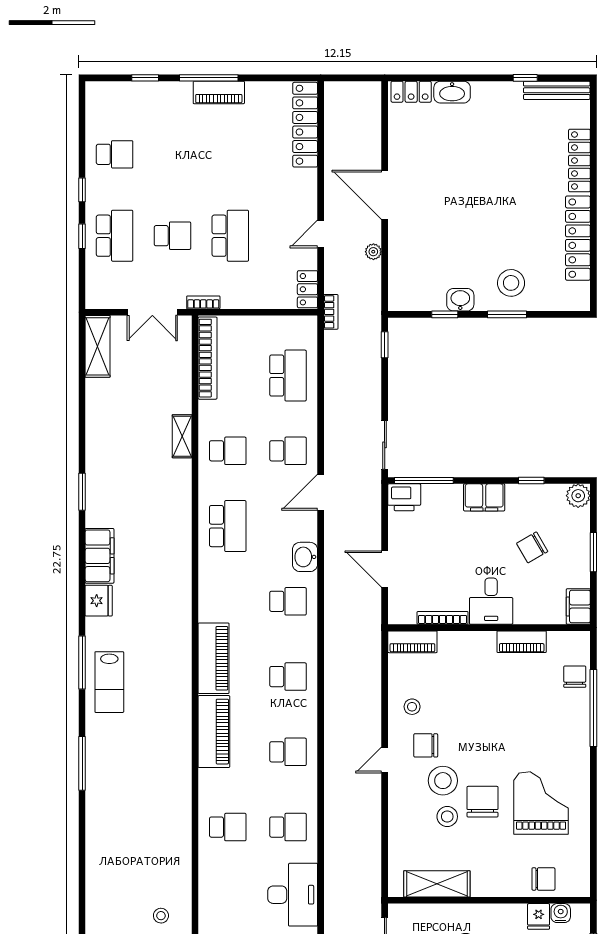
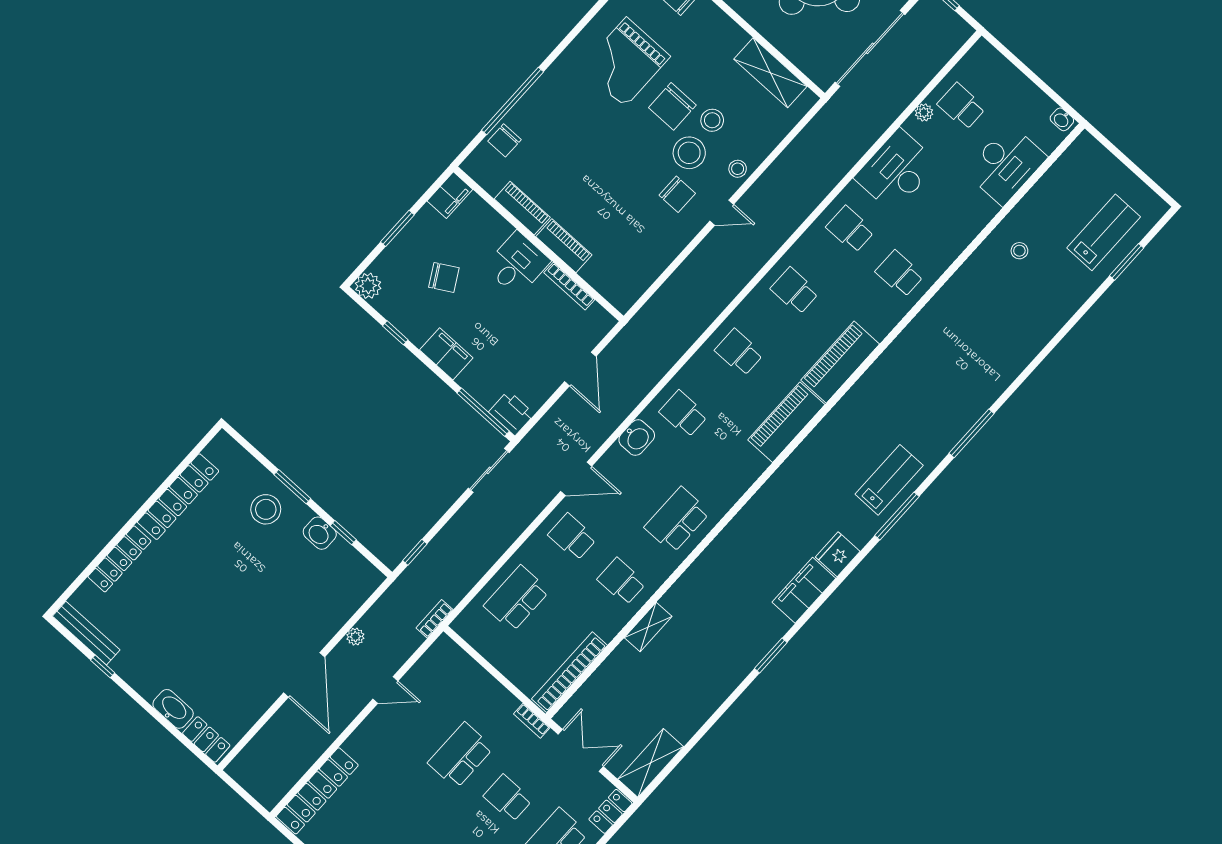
locker: (307, 289) -> (610, 811), moved, turned 180
piano: (412, 642) -> (564, 246), moved
stool: (412, 707) -> (738, 169), moved

